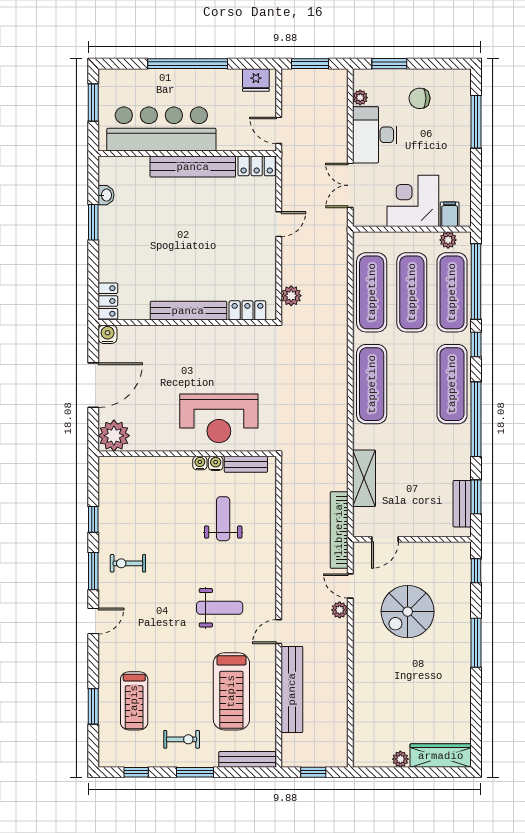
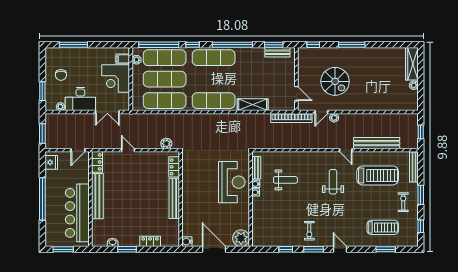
locker: (108, 301) -> (150, 241), moved
shelving: (364, 478) -> (253, 105), moved
weight bench: (223, 519) -> (285, 180), turned 180

